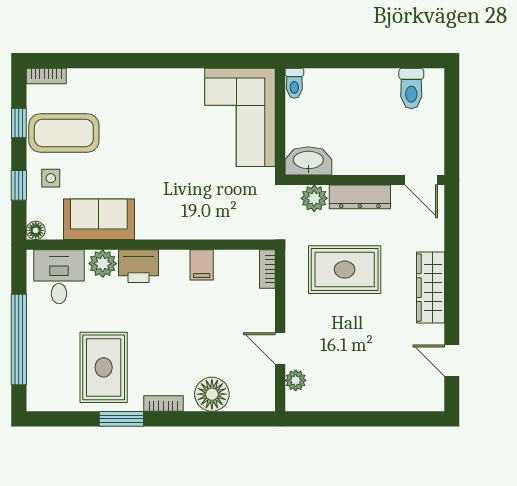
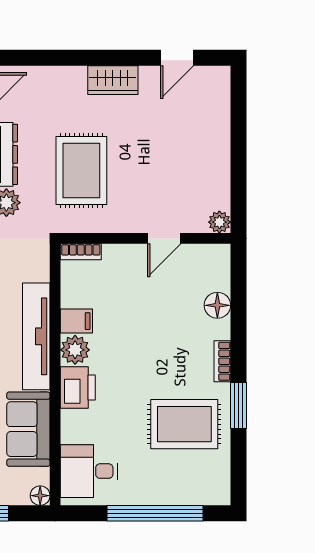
tv unit: (187, 227) -> (36, 336), added
plant: (103, 264) -> (75, 350), moved
wardrobe: (430, 288) -> (113, 80), width x0.67
plant: (296, 380) -> (219, 222), moved
floor lamp: (212, 394) -> (217, 305), width x0.73, depth x0.73

